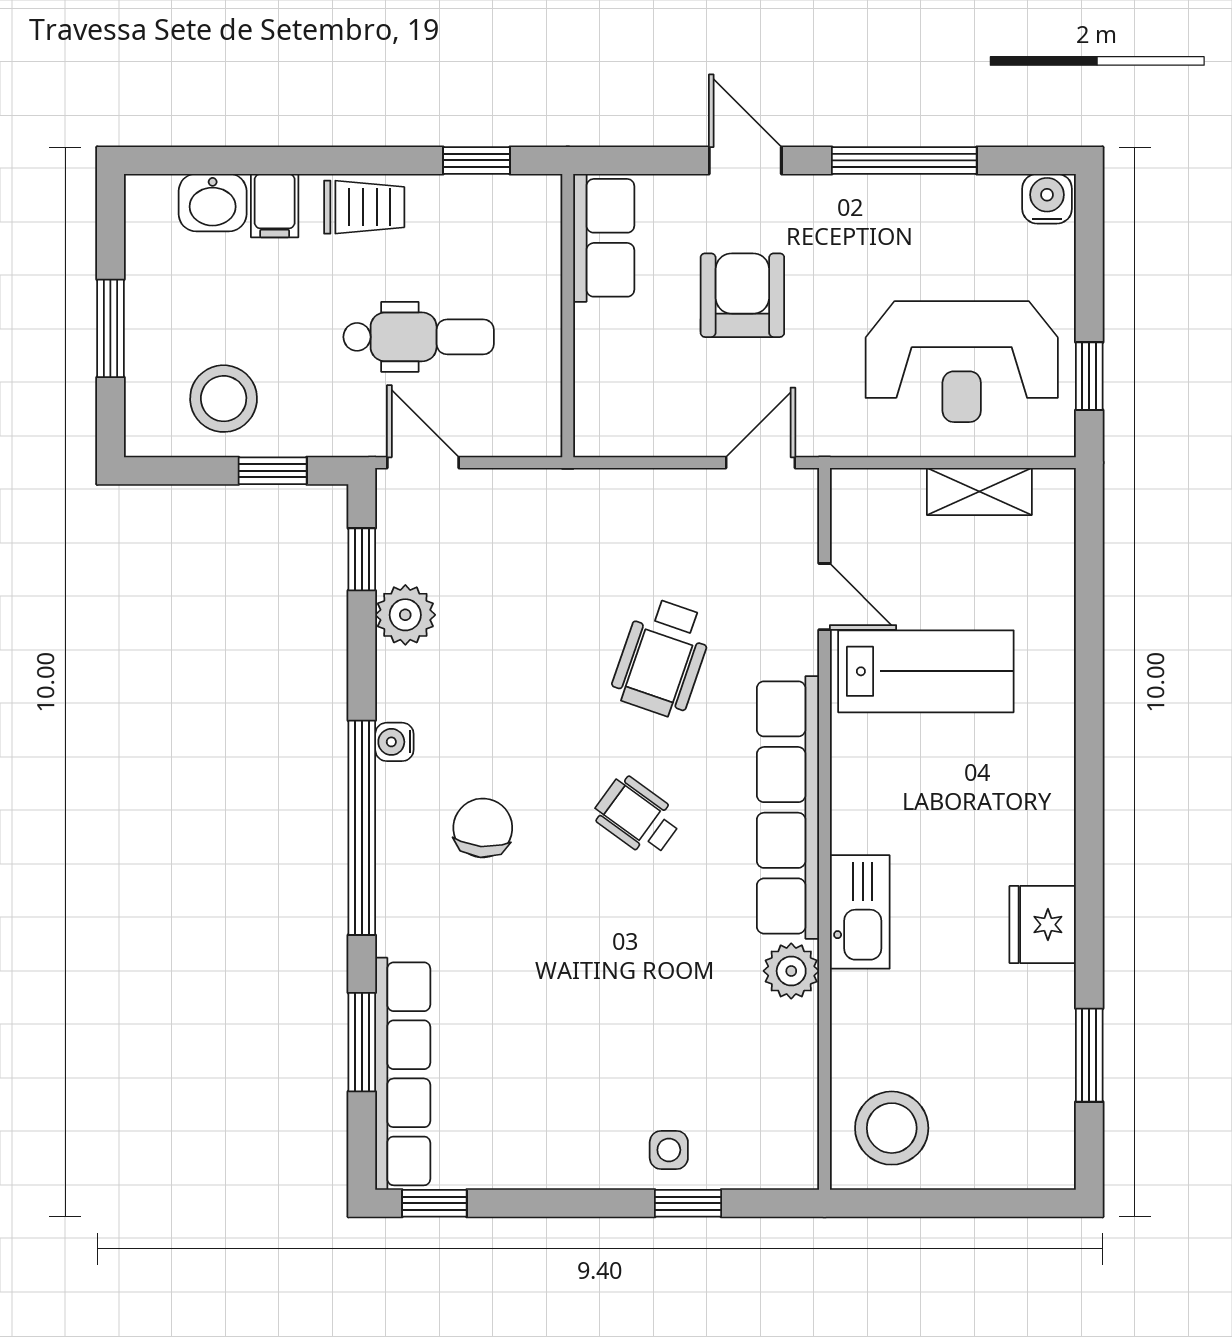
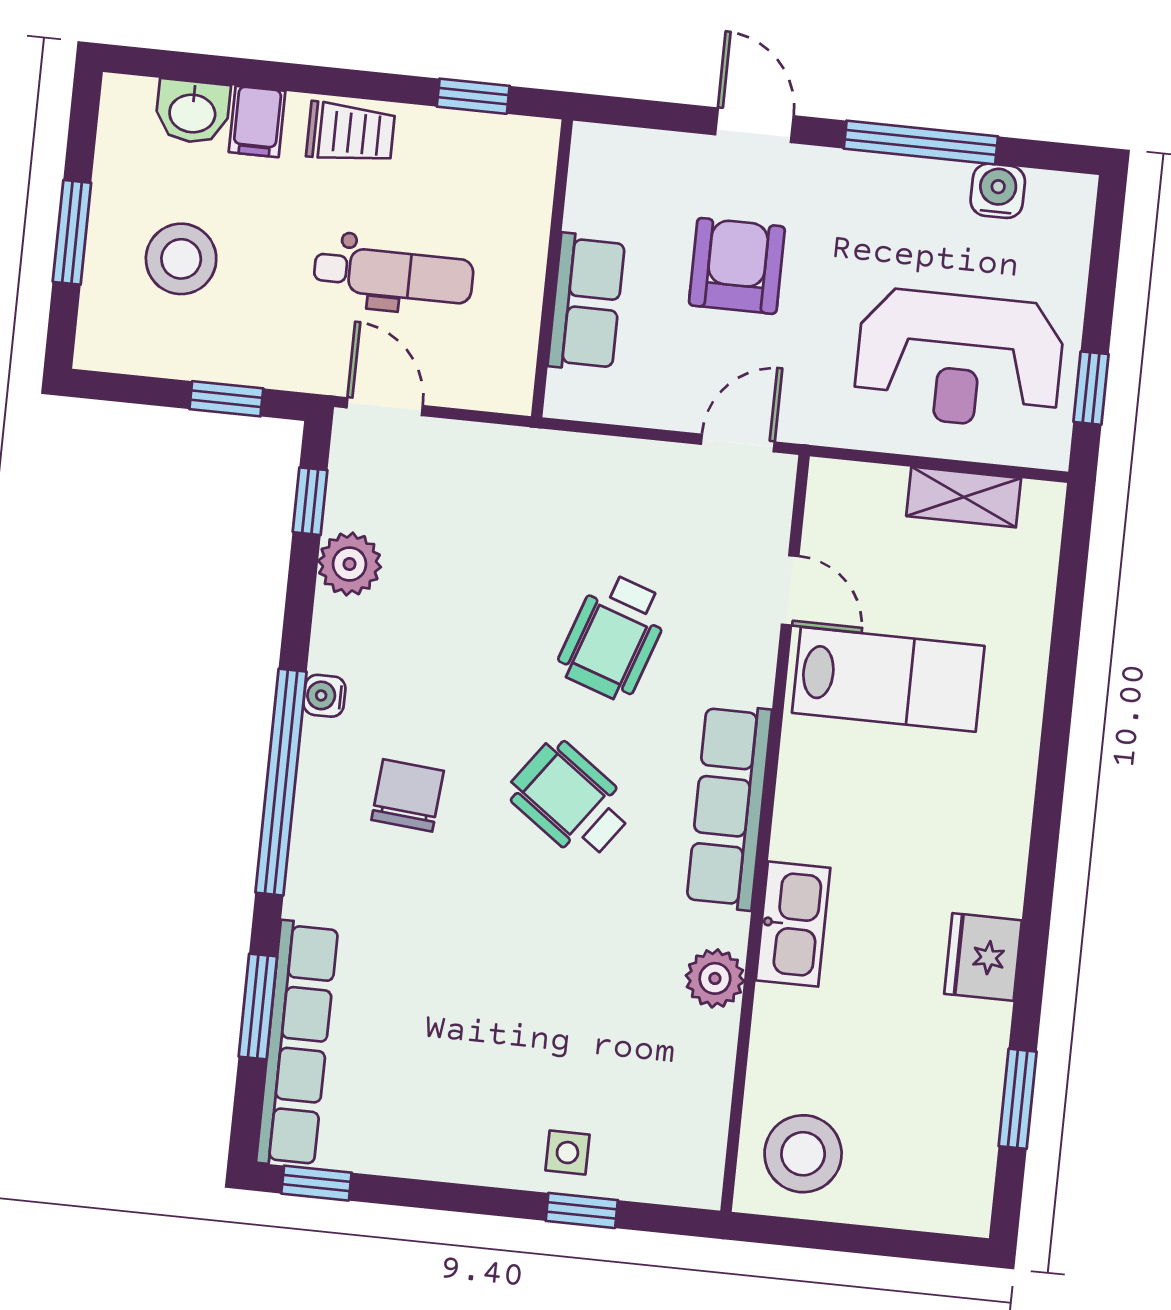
water cooler: (1047, 199) -> (998, 191), moved
row of seats: (604, 238) -> (586, 302), moved
stool: (224, 399) -> (181, 259), moved
row of seats: (788, 807) -> (729, 807), width x0.73
wheelchair: (637, 817) -> (570, 800), width x1.36, depth x1.37

